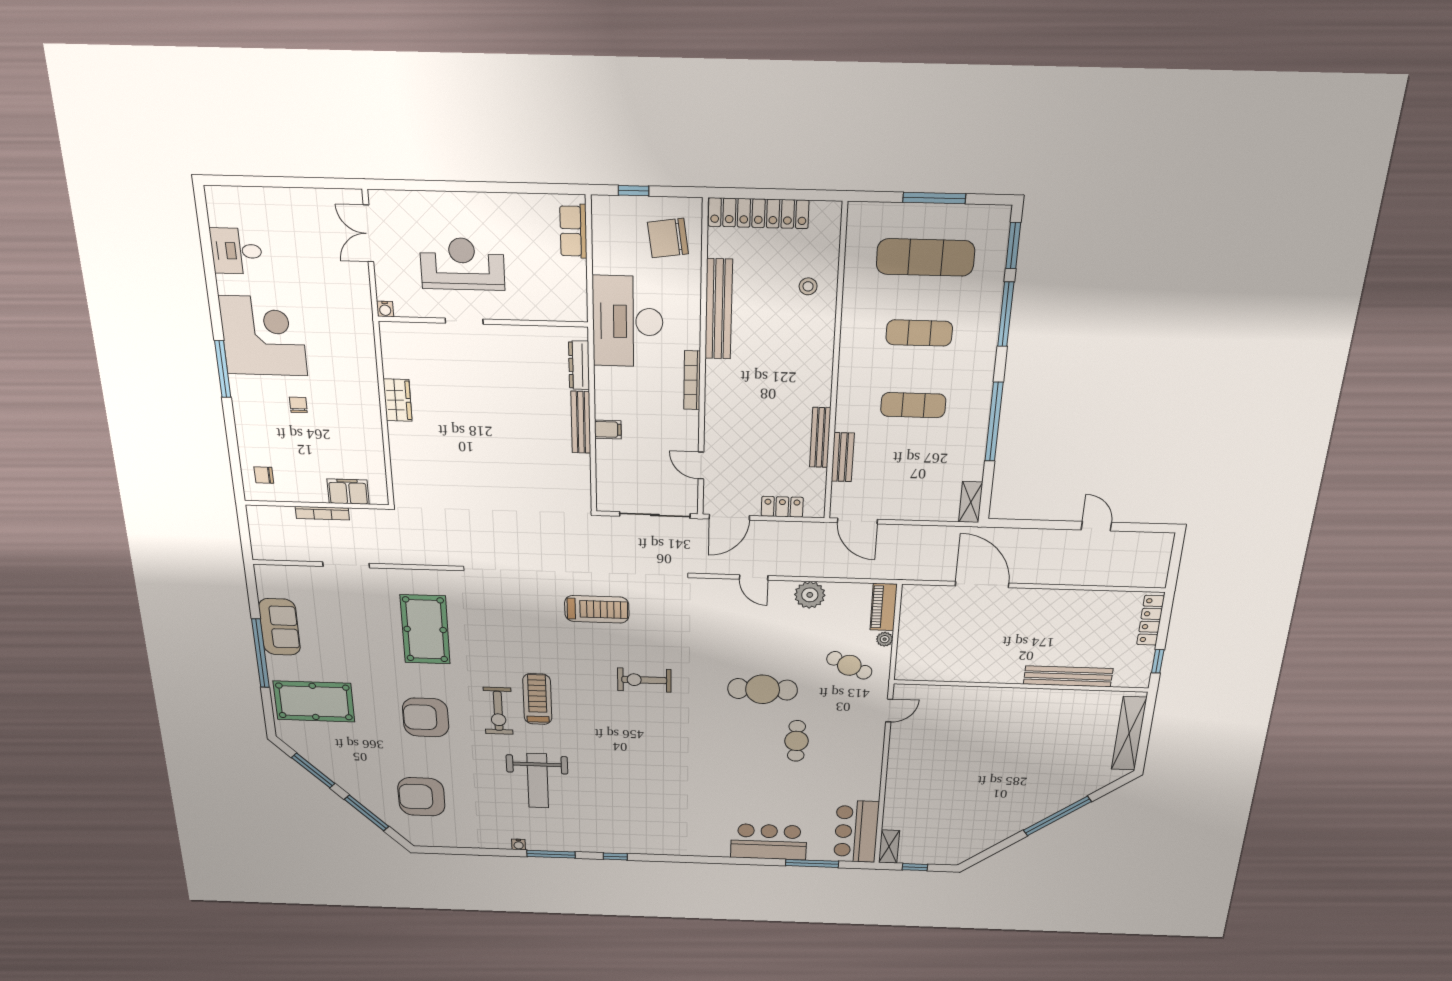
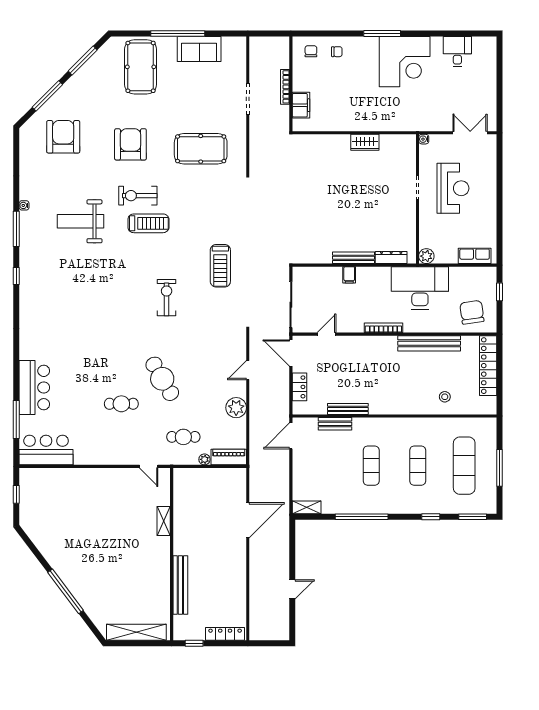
plant: (576, 310) -> (426, 256), added
window: (1006, 314) -> (431, 517), width x0.46
chair: (298, 405) -> (337, 52), moved
cafe table: (849, 665) -> (183, 437), turned 64
cafe table: (763, 689) -> (162, 379), turned -30
shelving: (889, 847) -> (164, 521), moved, turned 90

